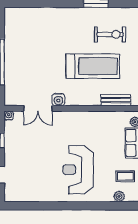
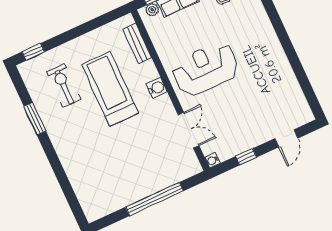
water cooler: (58, 100) -> (157, 88), moved
reception desk: (78, 170) -> (205, 69), moved, turned 180

